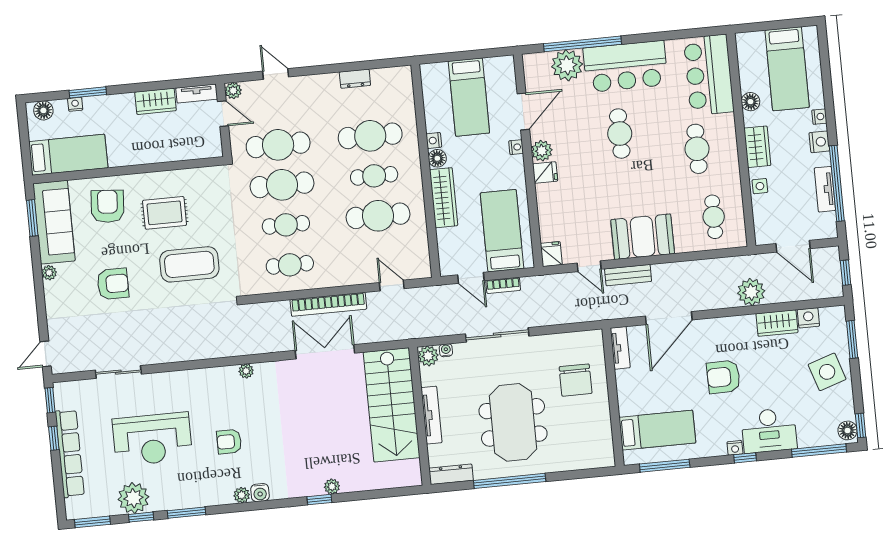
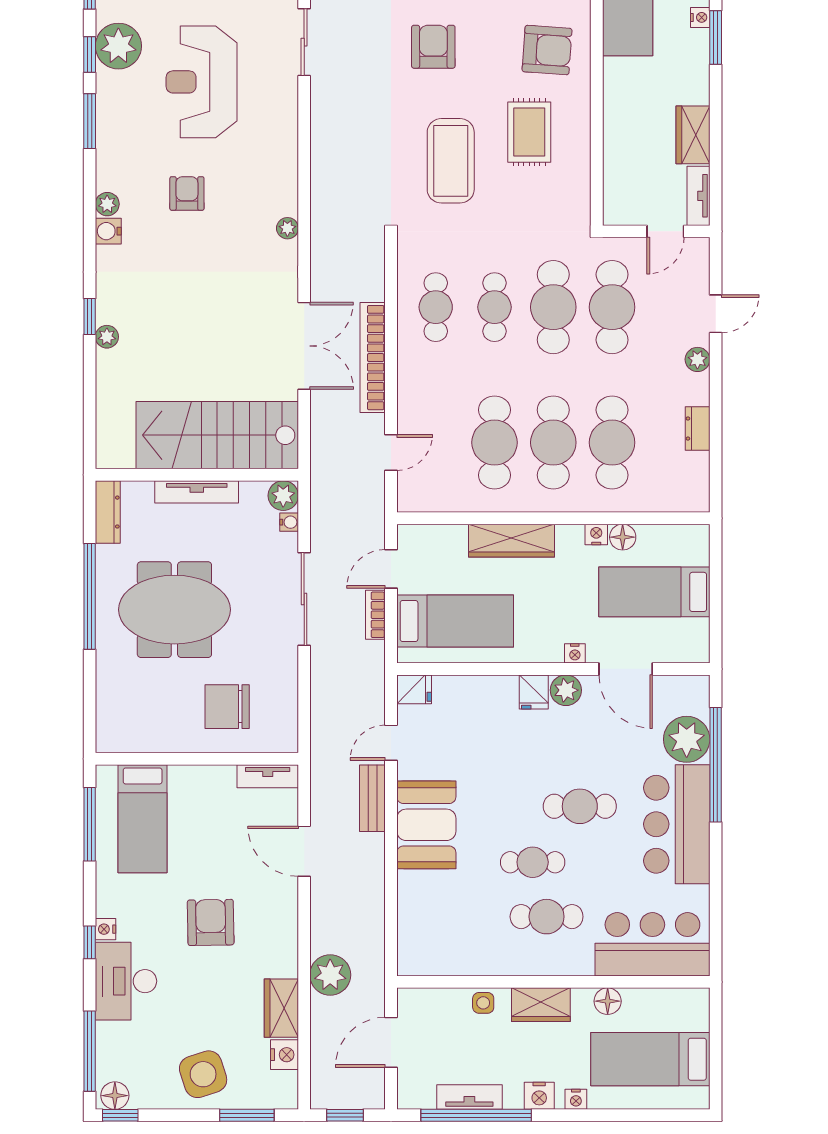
plant: (233, 91) -> (697, 359), moved
floor lamp: (437, 158) -> (623, 537), moved
cafe table: (374, 176) -> (553, 443), width x1.37, depth x1.35
cafe table: (714, 217) -> (533, 862), moved
armchair: (113, 284) -> (433, 47), turned 180
door: (669, 318) -> (304, 851), width x0.73

